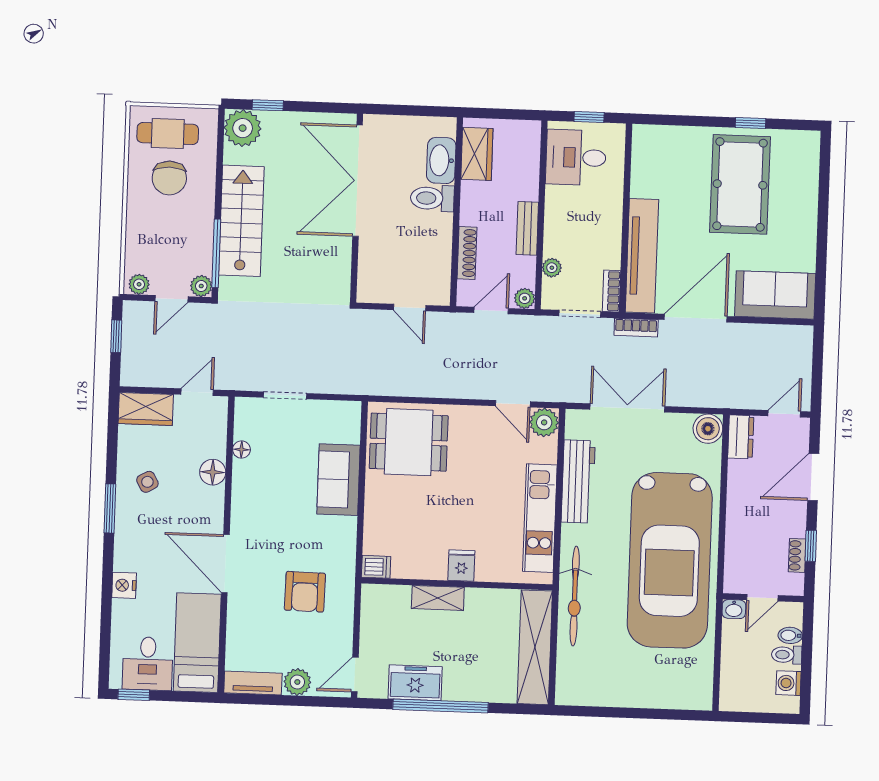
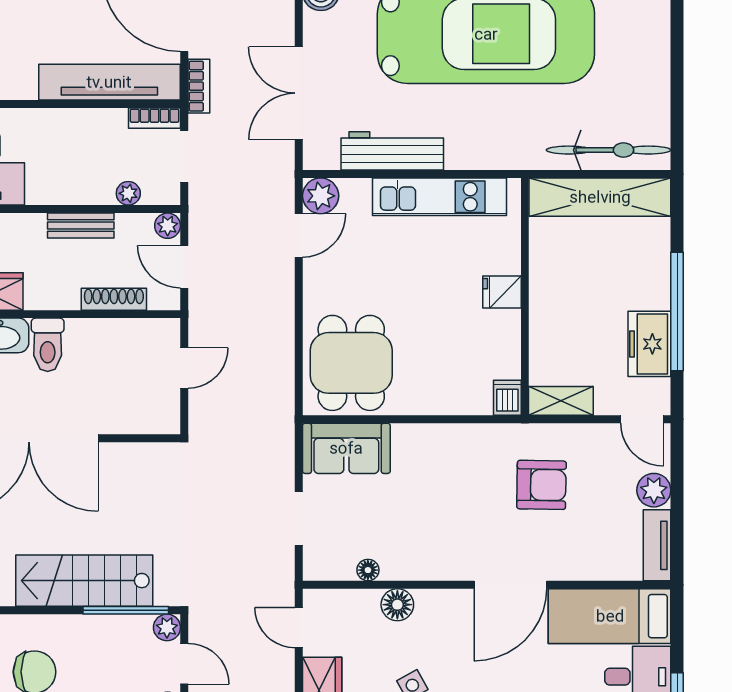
sofa: (339, 480) -> (346, 448), moved
bicycle: (575, 596) -> (609, 150), moved
shelving: (438, 598) -> (561, 401), moved, turned 90

